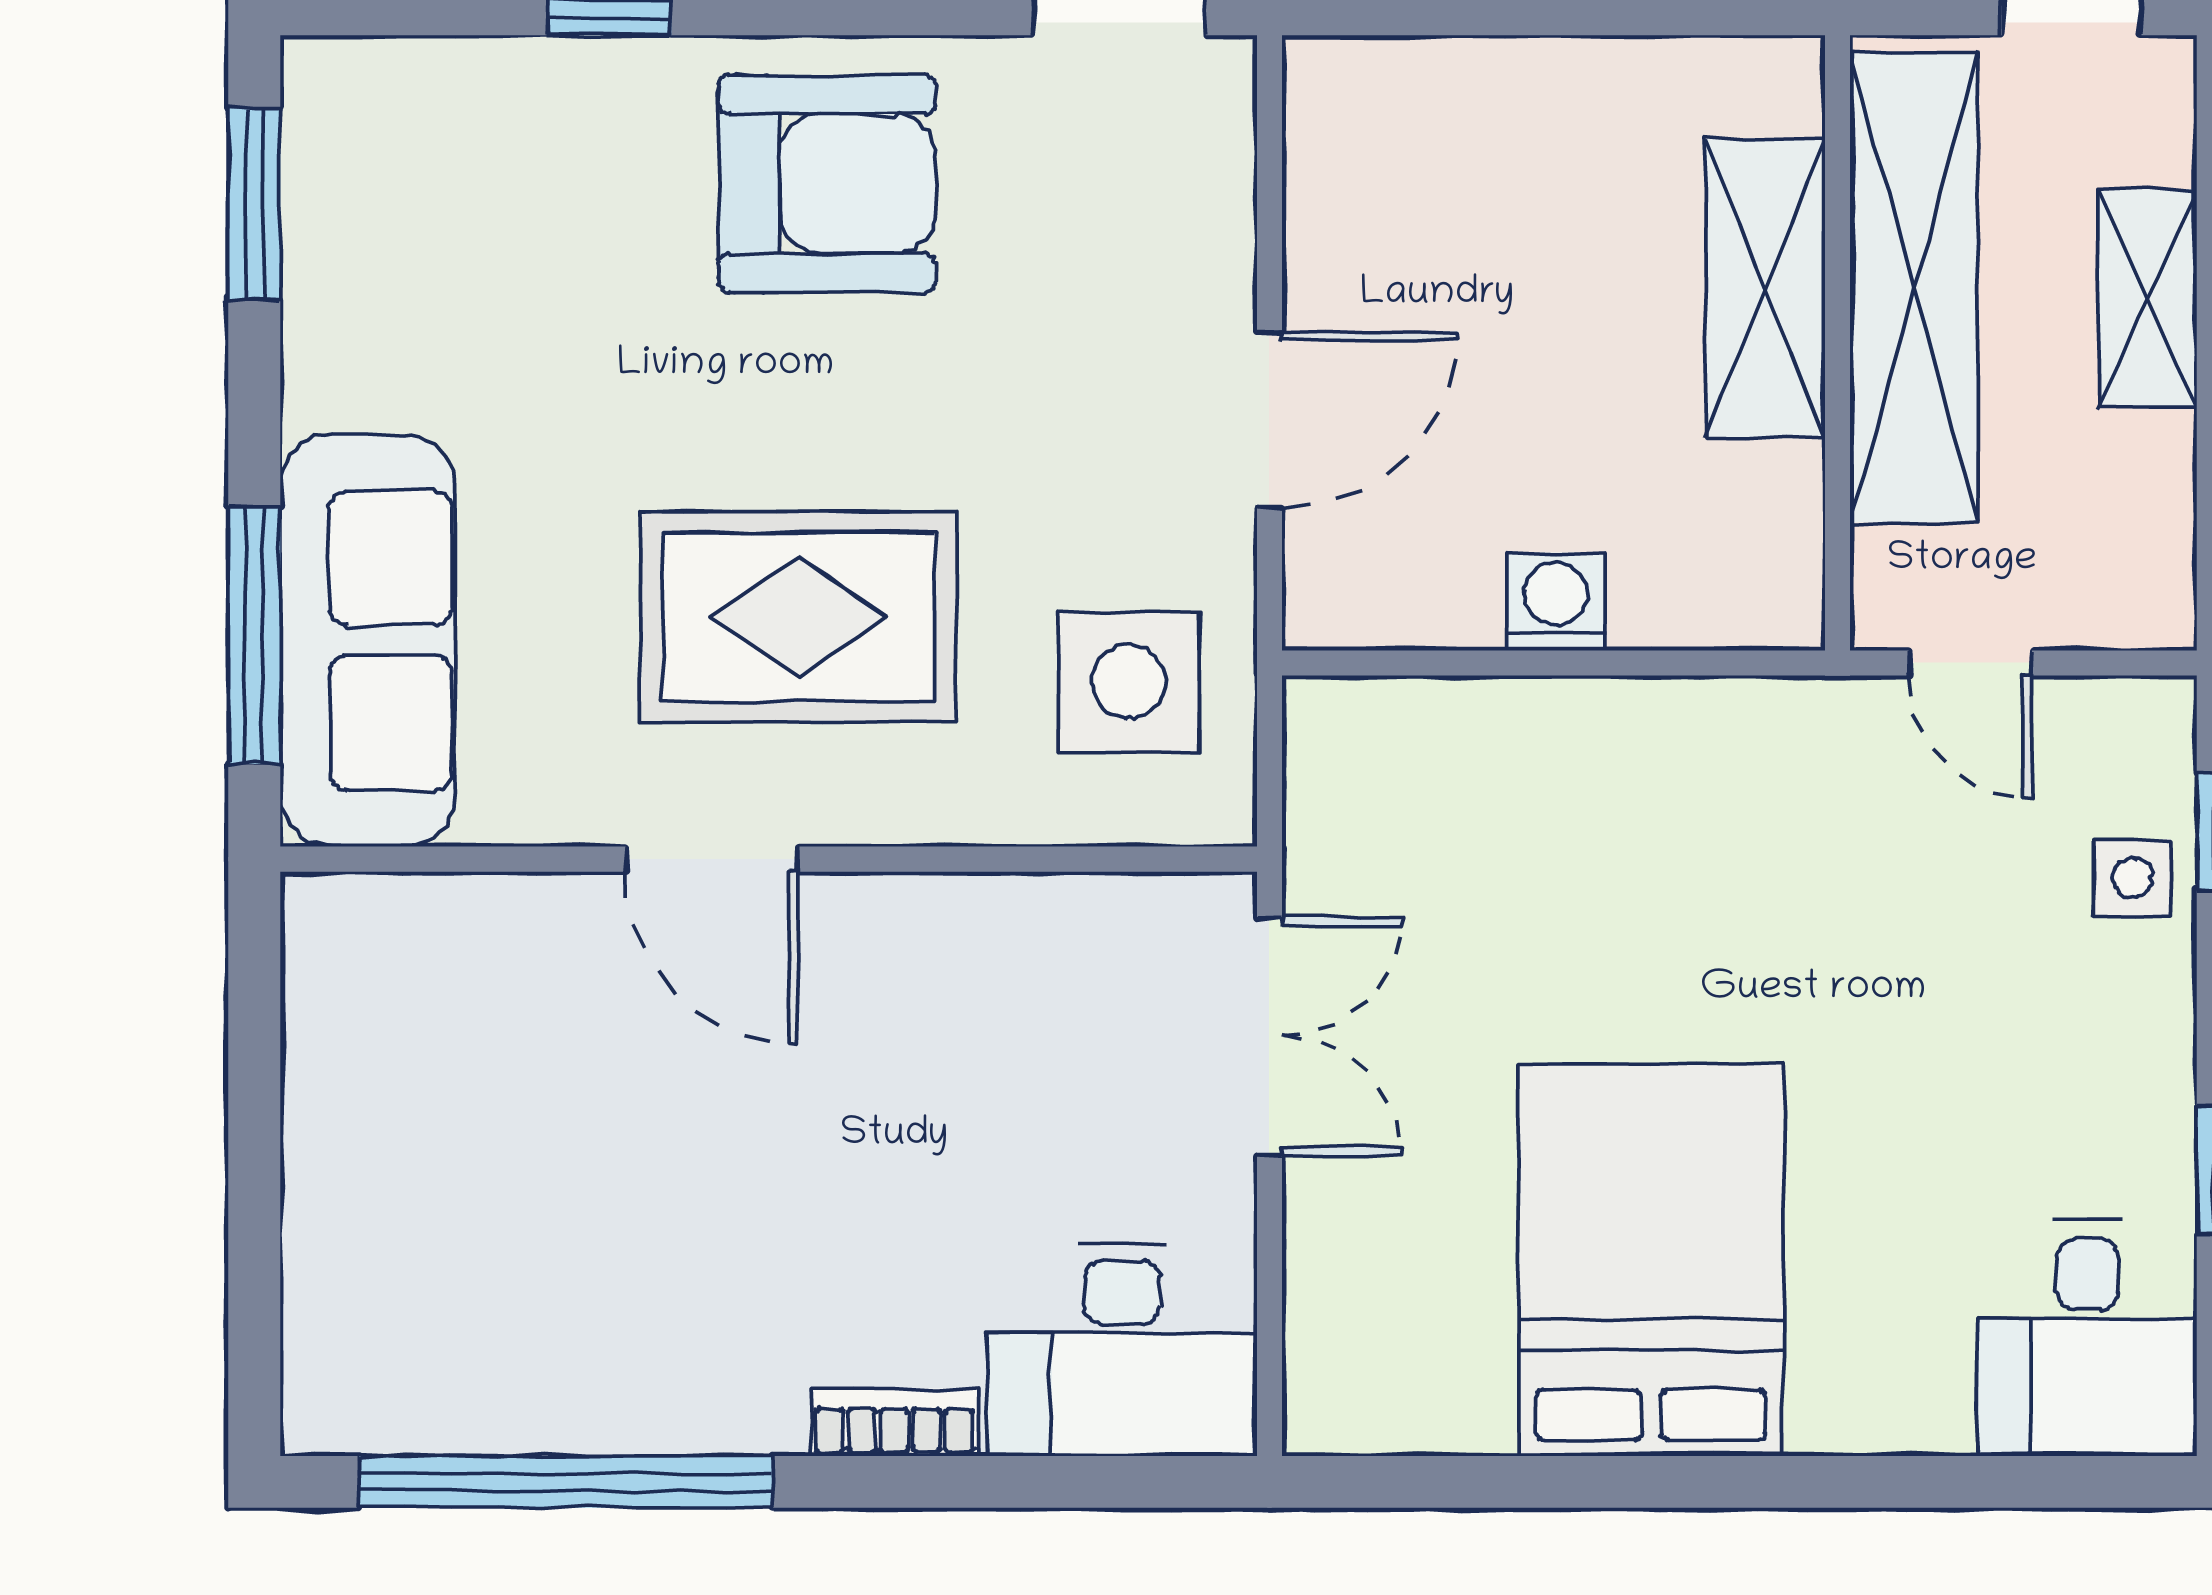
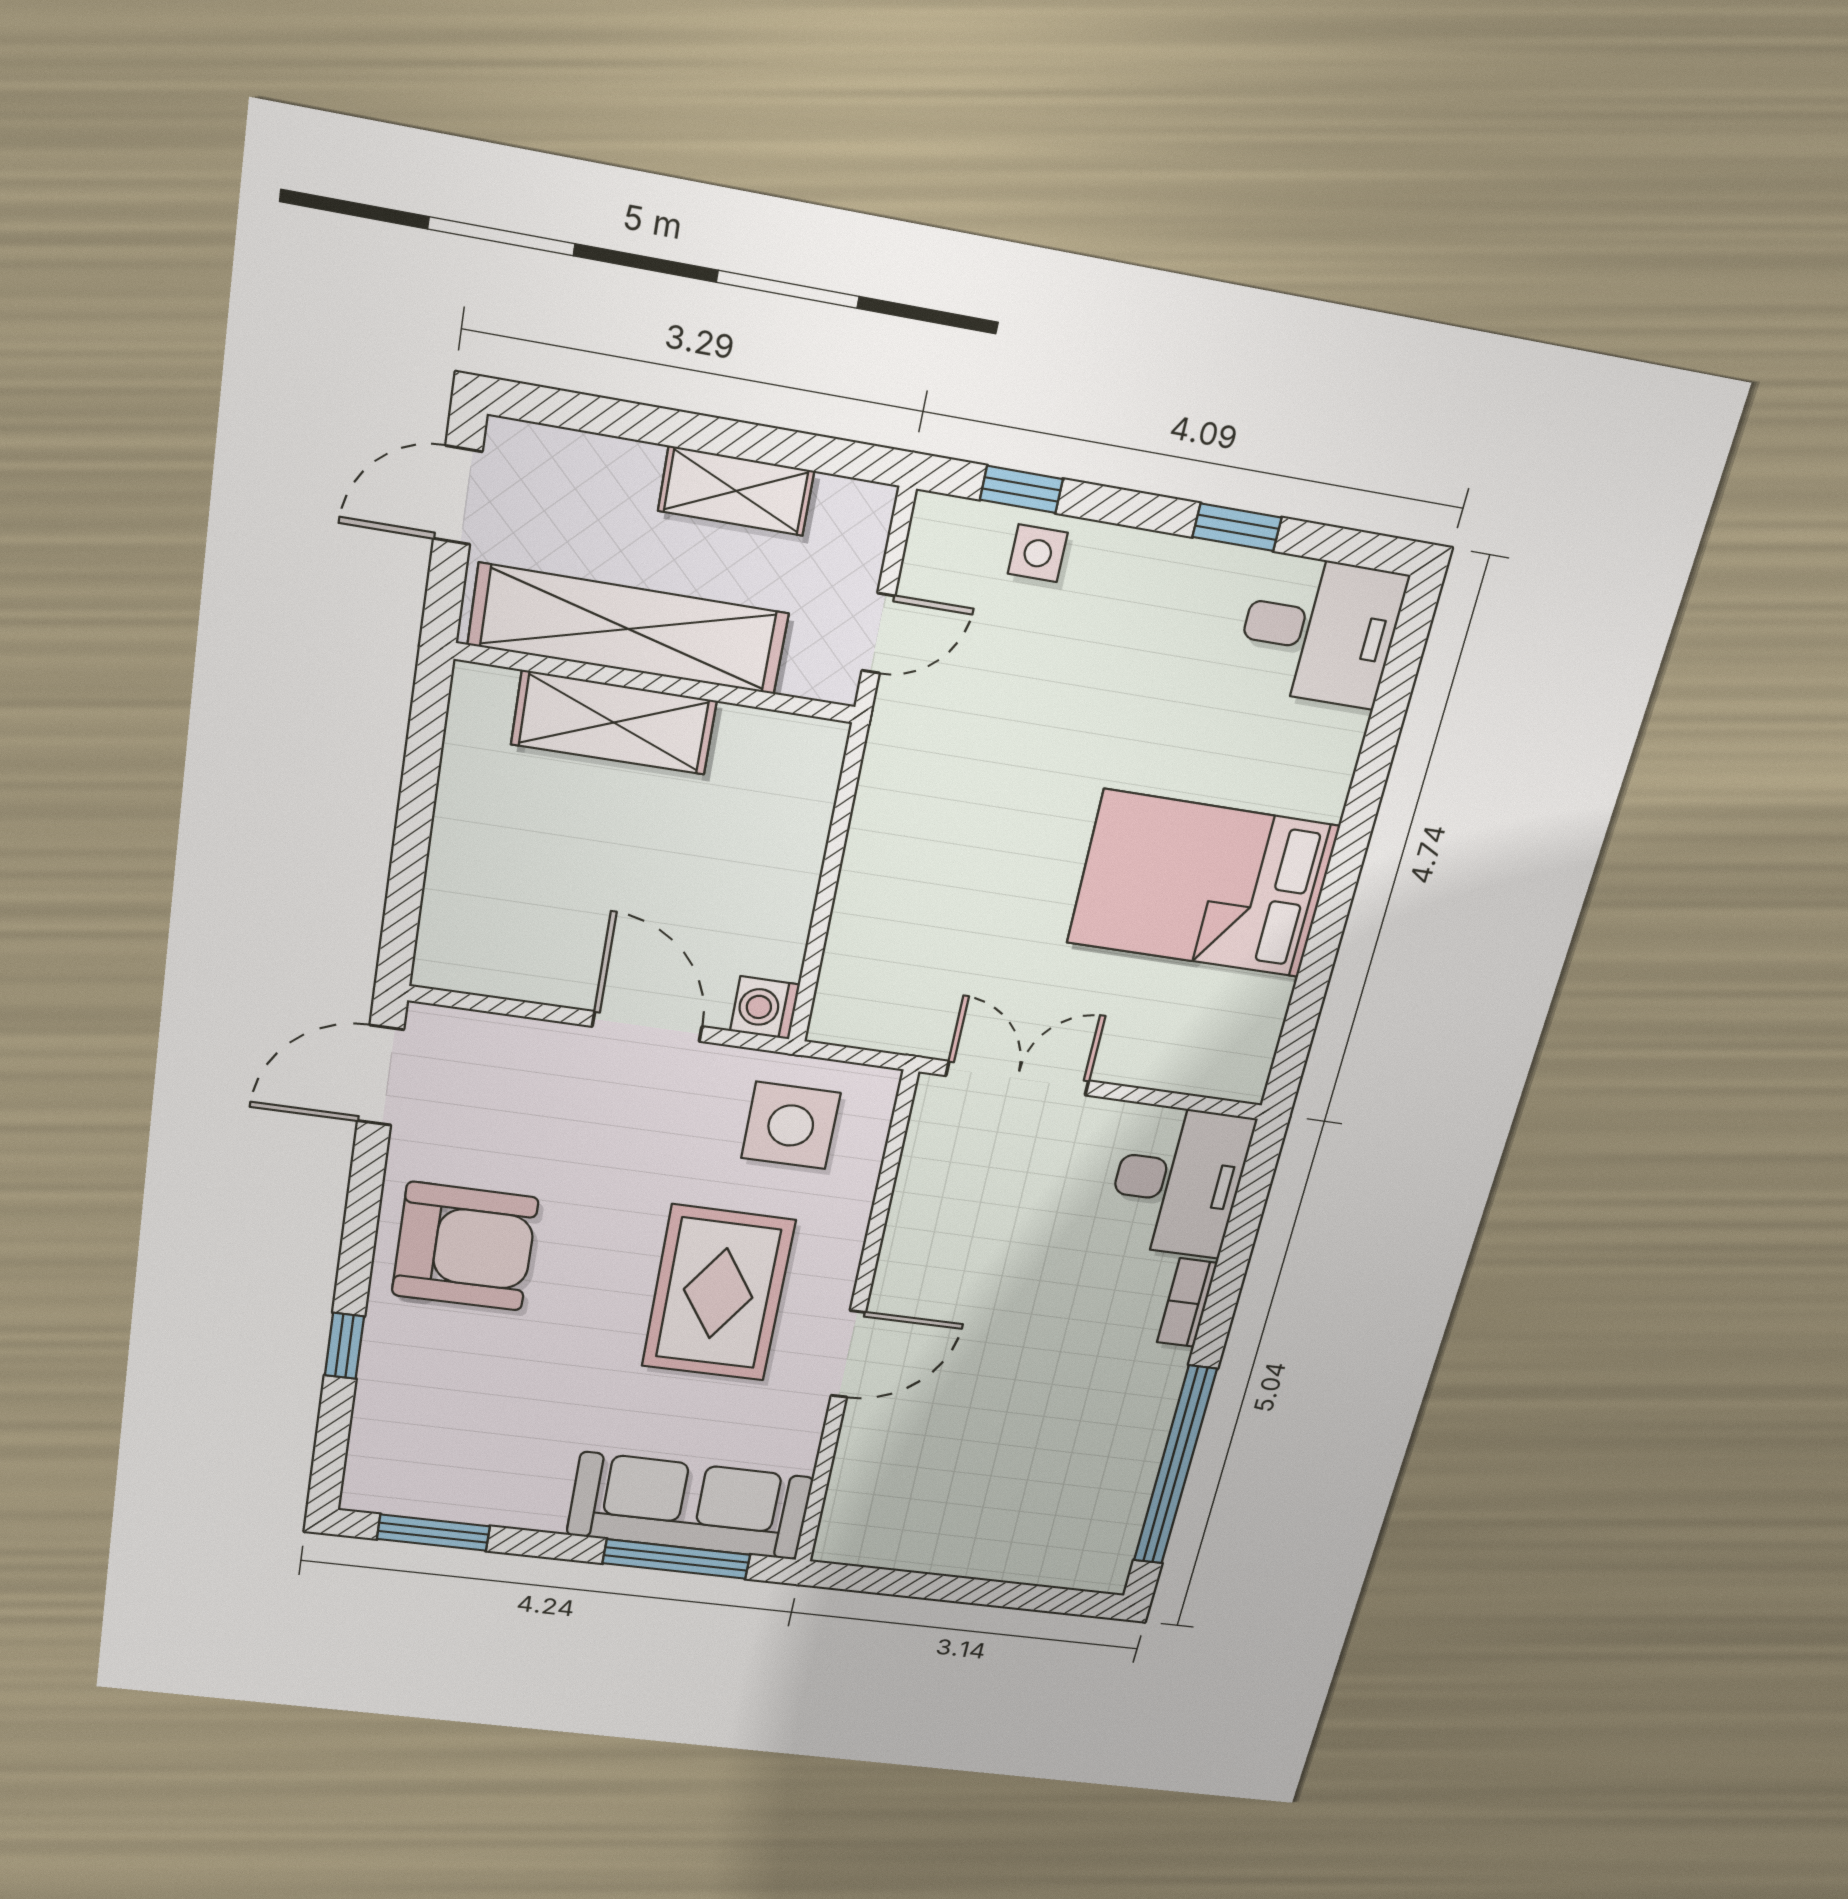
armchair: (827, 184) -> (465, 1247), turned 90
shelving: (2148, 298) -> (736, 491), moved
washing machine: (1556, 602) -> (765, 1008), moved

